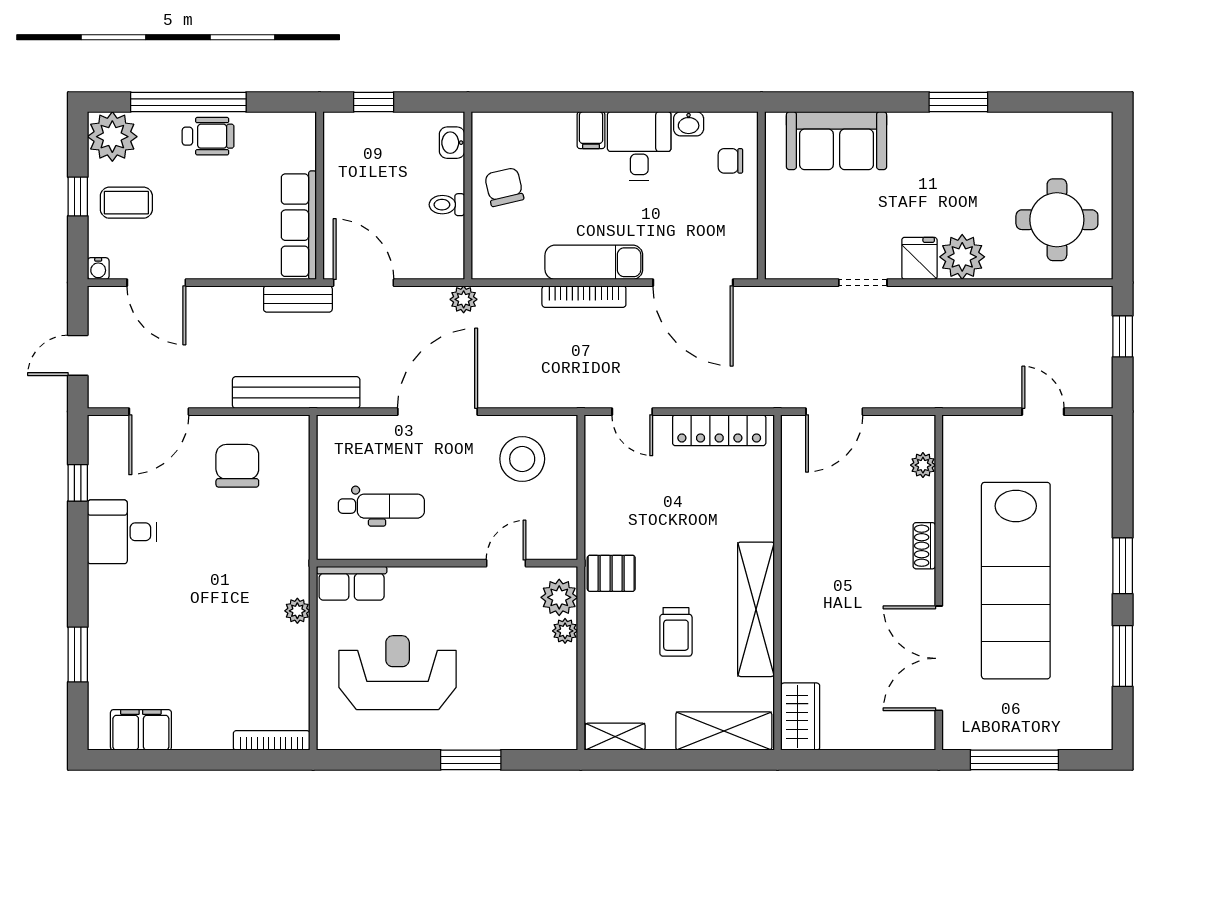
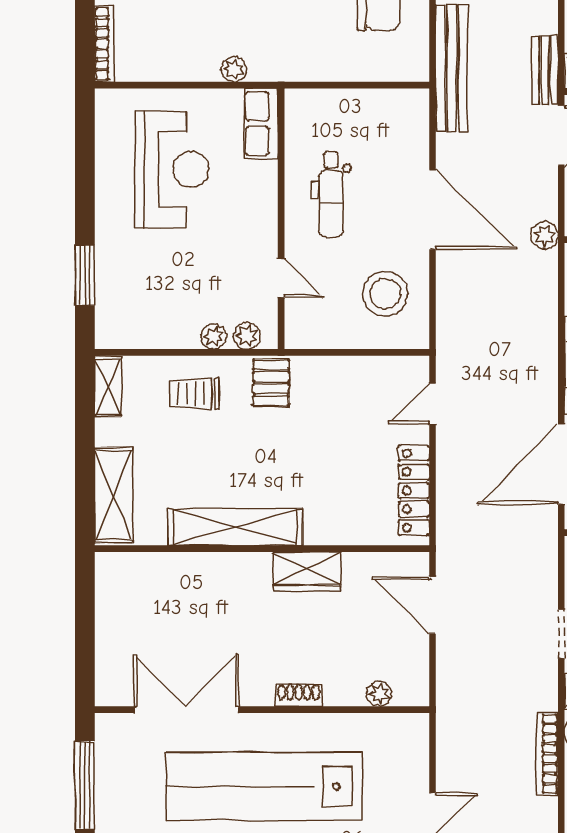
bookcase: (584, 297) -> (547, 754), moved
dental chair: (381, 506) -> (331, 194), moved
plant: (559, 597) -> (247, 336), width x0.73, depth x0.73
trolley: (676, 632) -> (194, 394), moved
wardrobe: (800, 717) -> (307, 571), moved
window: (471, 760) -> (85, 275), moved

